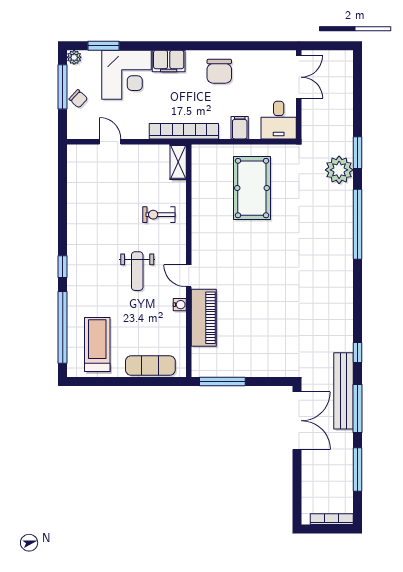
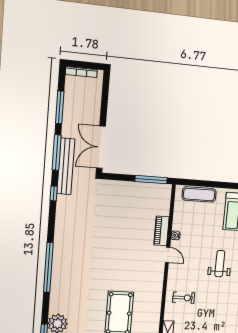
window: (357, 224) -> (48, 267), moved
weight bench: (137, 271) -> (220, 264), moved
piano: (204, 318) -> (162, 231), width x0.73, depth x0.75

